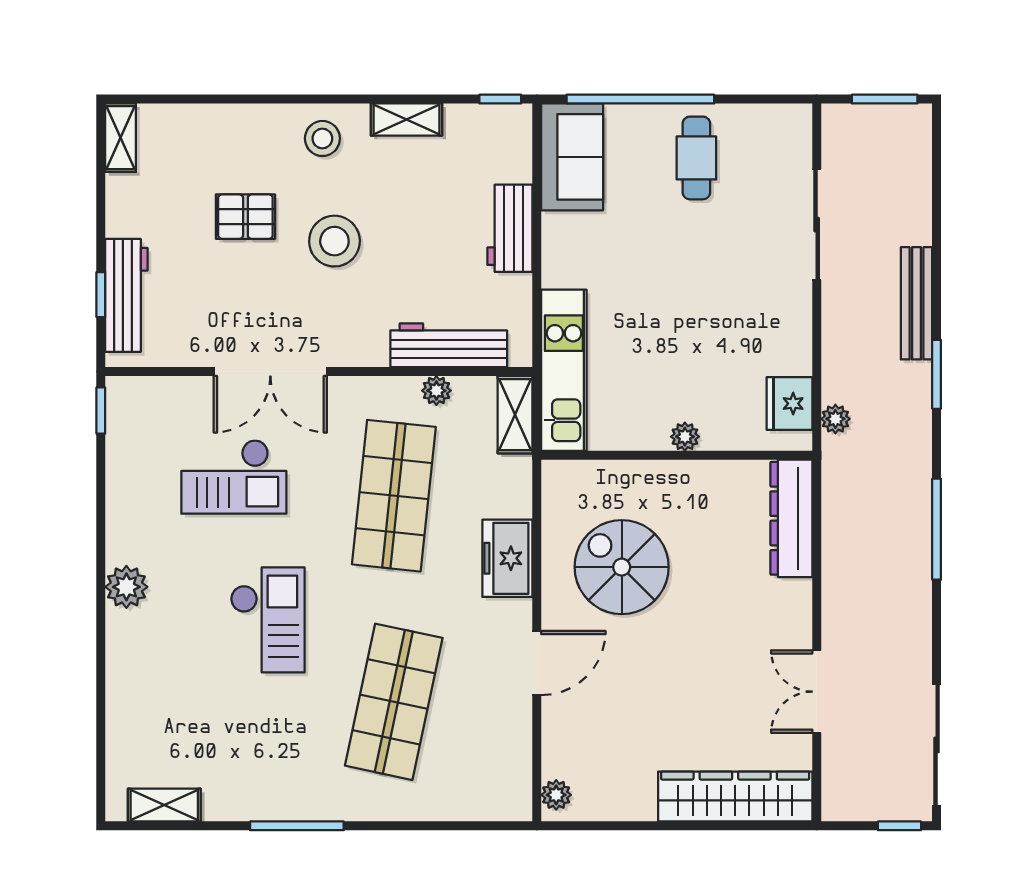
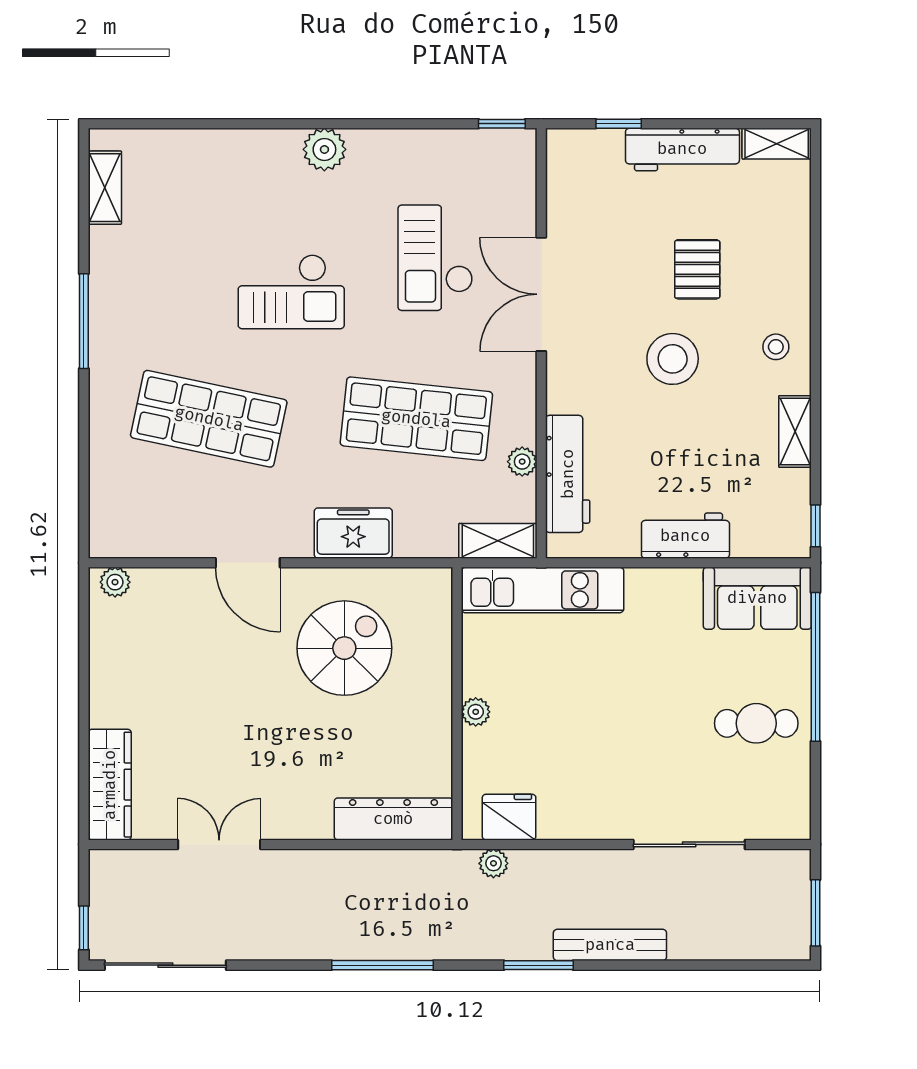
stool: (322, 138) -> (776, 347), width x0.73, depth x0.73
workbench: (126, 295) -> (682, 149), moved
wardrobe: (735, 796) -> (110, 785), width x0.71, depth x0.85

